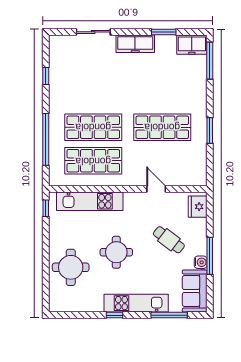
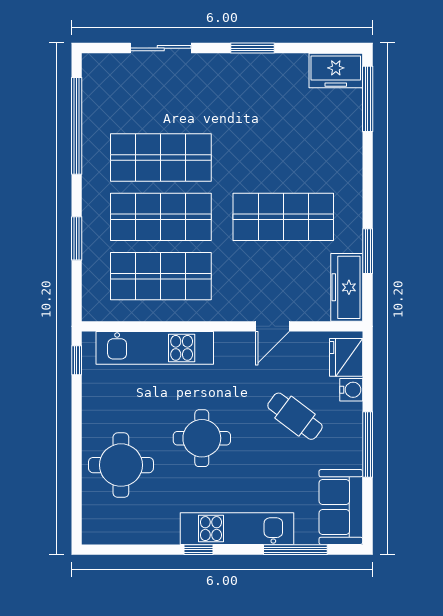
window: (164, 32) -> (252, 48), moved
freezer: (135, 44) -> (347, 287), moved, turned 90
window: (46, 76) -> (77, 126), width x3.17
shop shelf: (93, 94) -> (161, 158), added
window: (210, 131) -> (368, 251), moved
window: (46, 139) -> (77, 238), width x0.47
door: (156, 189) -> (272, 326), swing flipped
water cooler: (201, 262) -> (351, 390), moved

